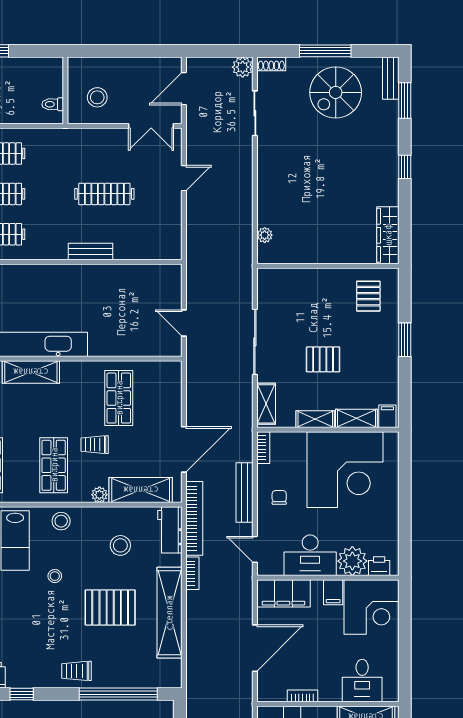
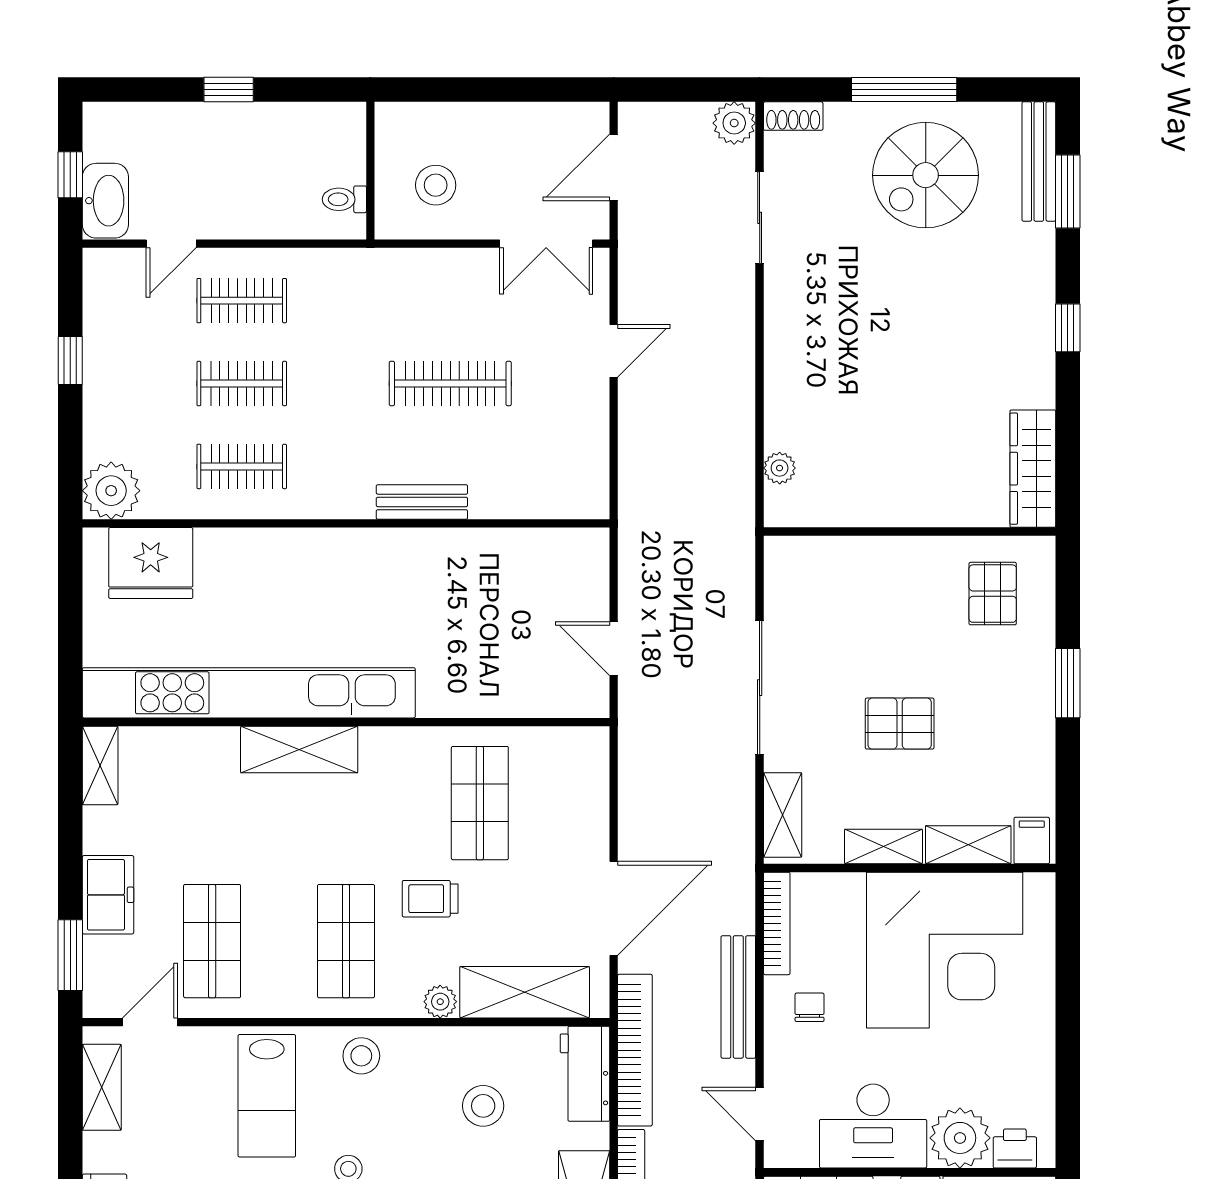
bench: (391, 78) -> (1039, 162), width x1.36
bookcase: (263, 448) -> (777, 923), width x1.56

